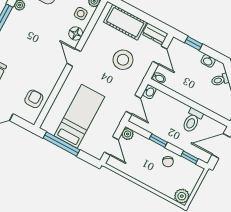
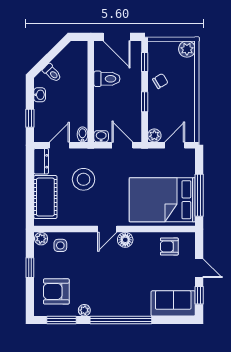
floor lamp: (76, 33) -> (125, 240), moved
door: (133, 105) -> (122, 145), hinge flipped
bed: (79, 116) -> (162, 200), width x1.50

